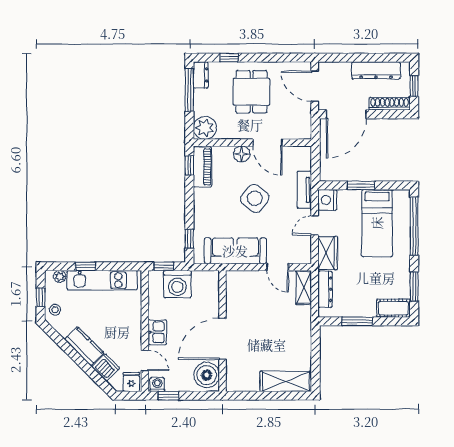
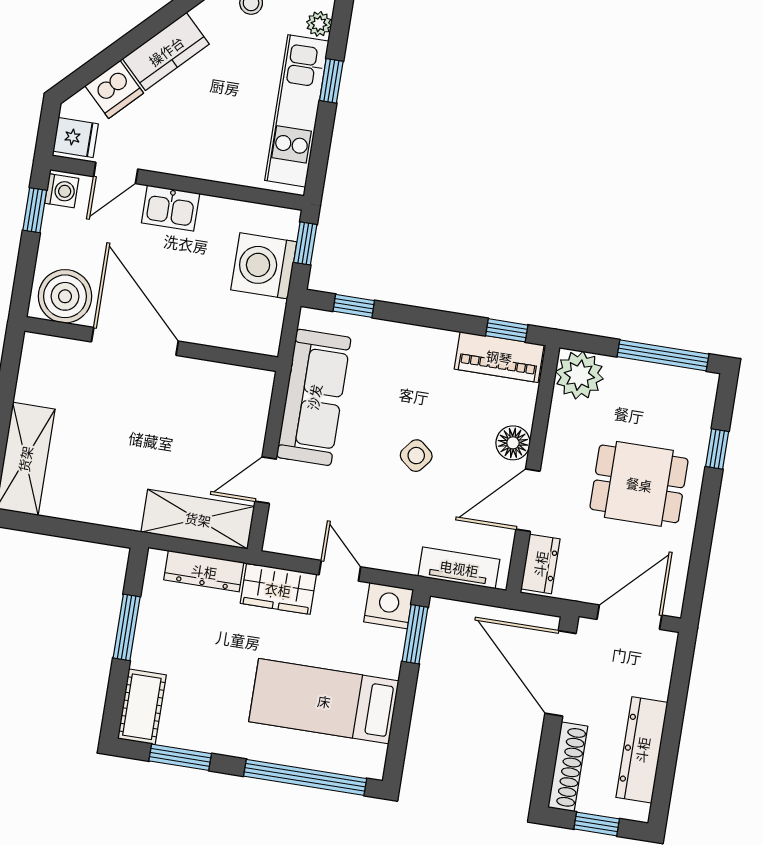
dresser: (201, 75) -> (540, 564), moved, turned -90
window: (361, 185) -> (415, 634), moved
tv unit: (304, 190) -> (459, 568), moved
side table: (255, 198) -> (416, 456), width x0.54, depth x0.54
shelving: (304, 287) -> (198, 519), width x1.50, depth x1.33

